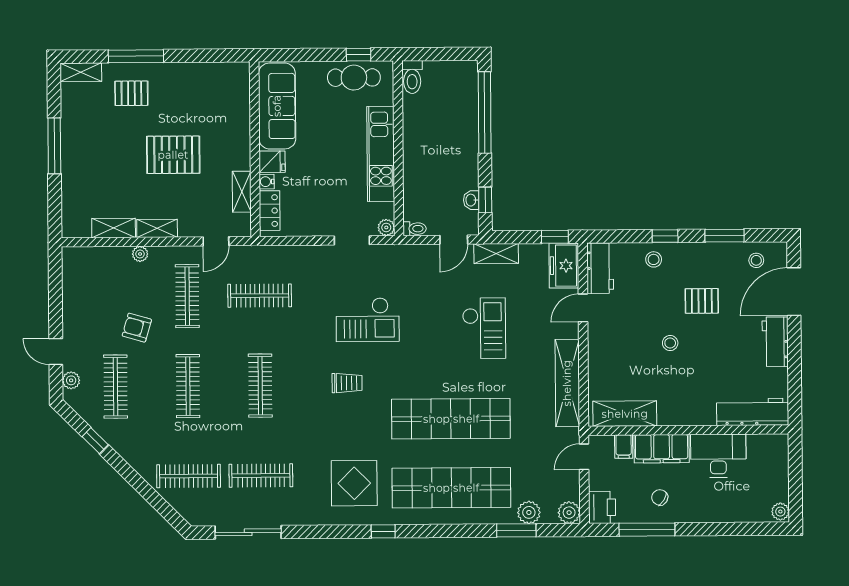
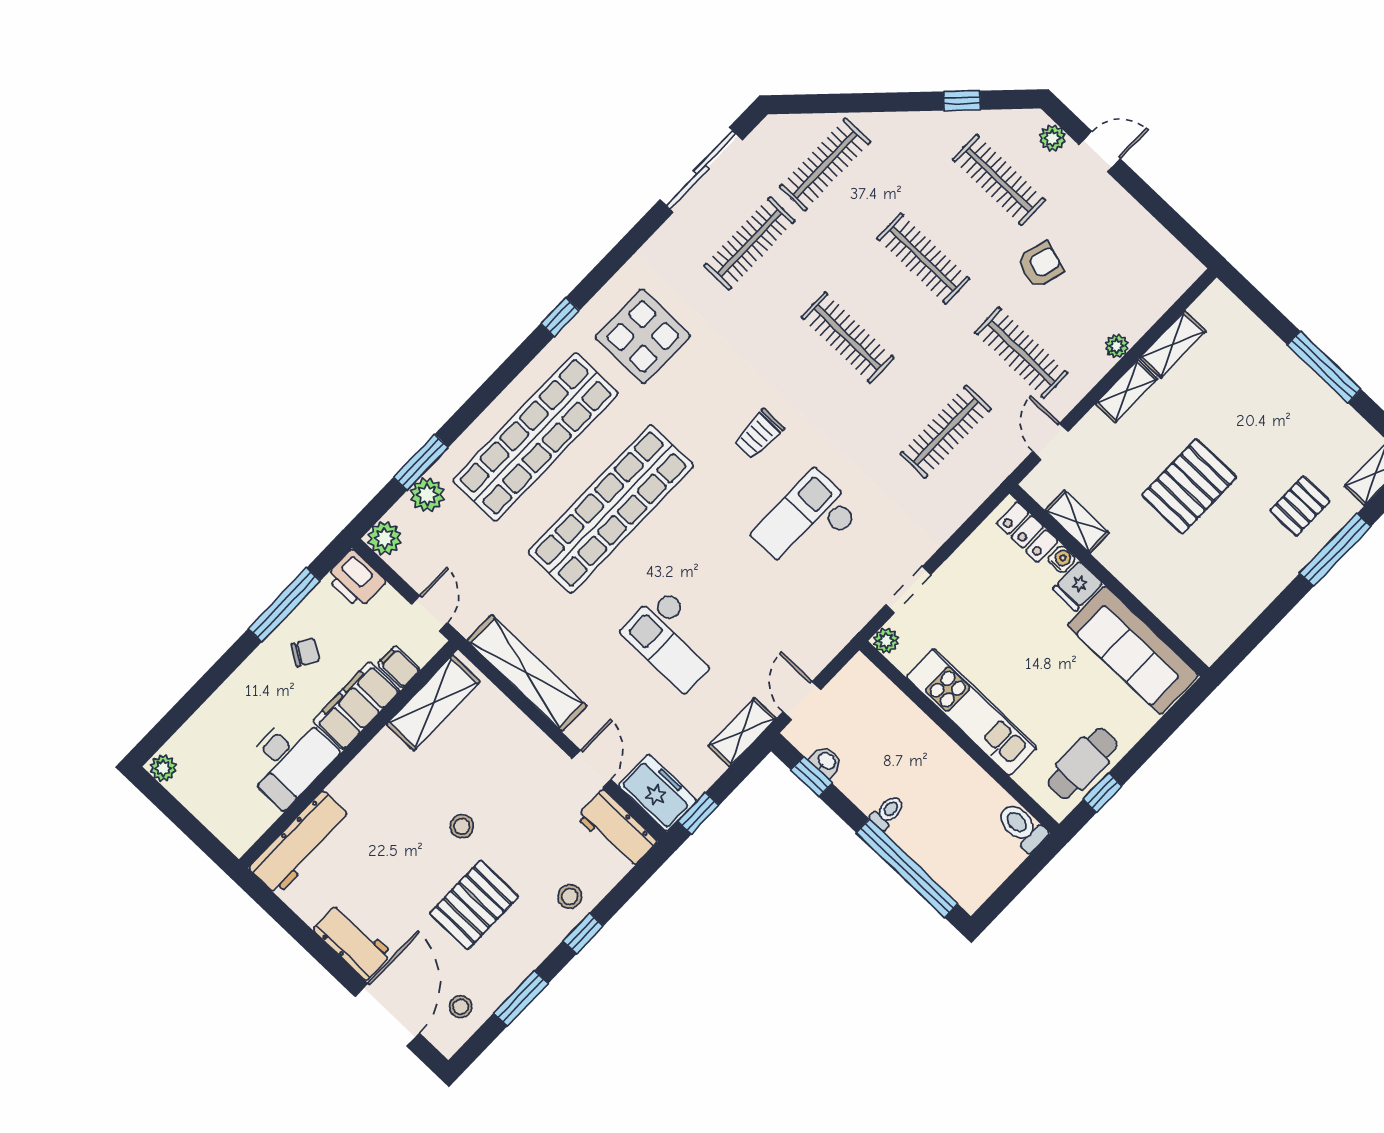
toilet: (415, 229) -> (888, 812), moved, turned 180
pallet: (702, 301) -> (474, 905), width x1.50, depth x1.42

